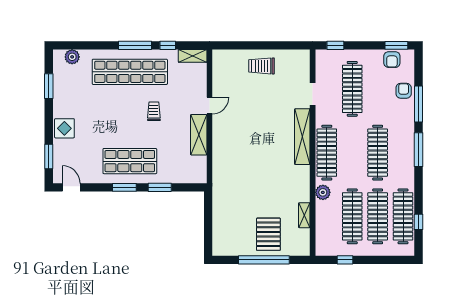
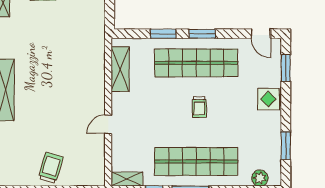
trolley: (262, 66) -> (51, 168), turned -74
trolley: (154, 111) -> (199, 107), moved
shelving: (199, 135) -> (120, 69), moved
shop shelf: (130, 161) -> (196, 63), width x1.40

